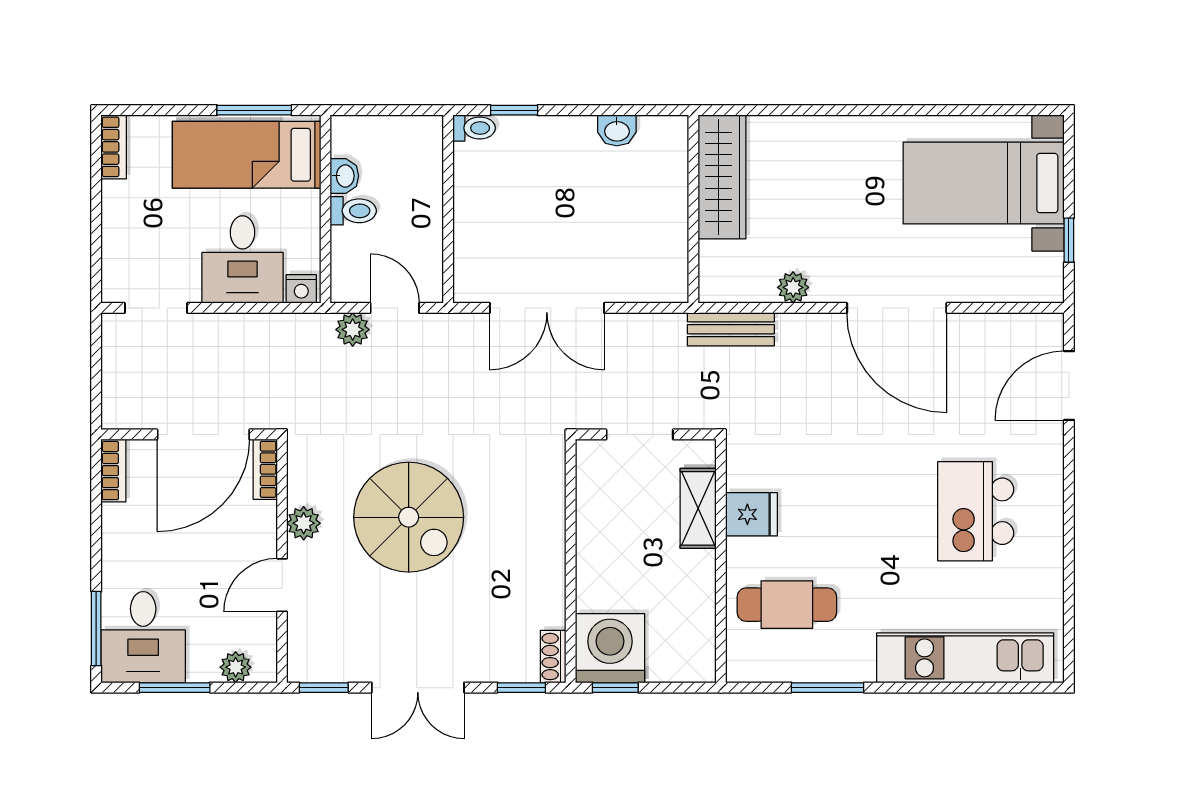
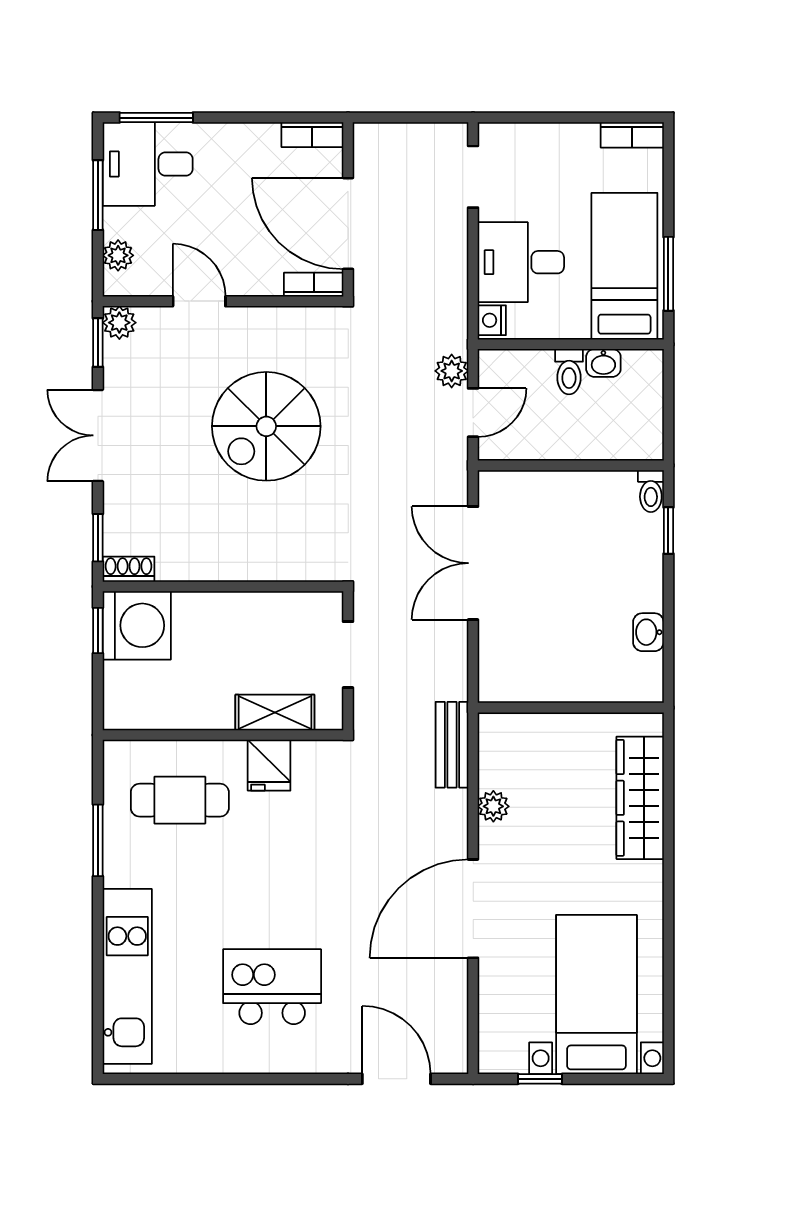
wardrobe: (722, 177) -> (640, 798), moved, turned 90
plant: (304, 523) -> (119, 323), moved
cafe table: (787, 605) -> (180, 800), turned 90

